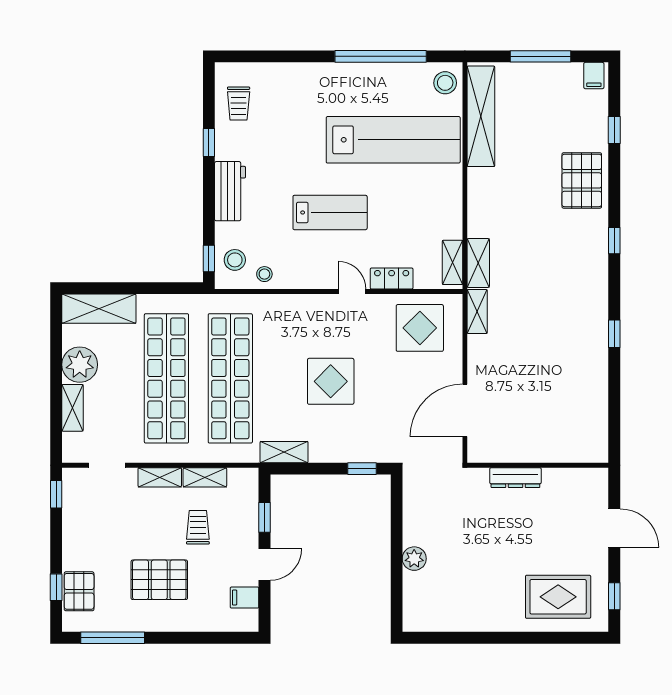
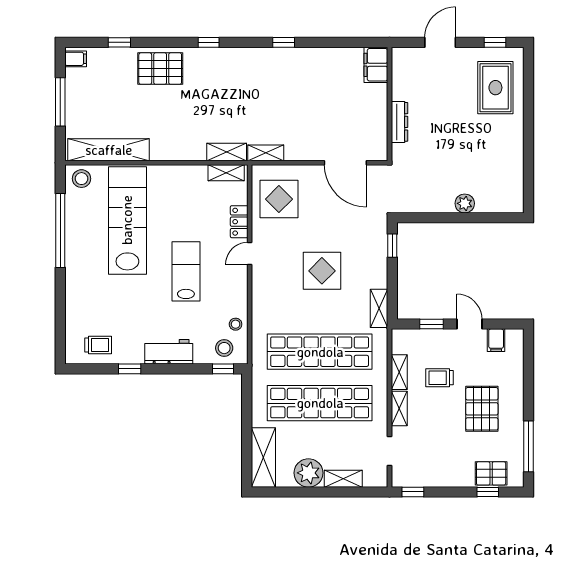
filing cabinet: (586, 448) -> (376, 65), added

